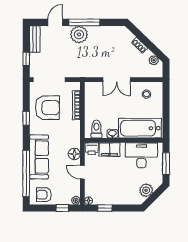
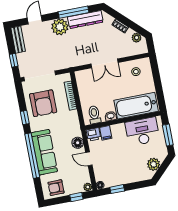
window: (84, 22) -> (73, 12), moved
dresser: (106, 32) -> (85, 19), added
armchair: (47, 108) -> (43, 103), turned 90
filing cabinet: (109, 150) -> (106, 133), width x0.50
window: (26, 173) -> (32, 156), moved

